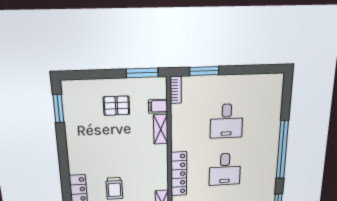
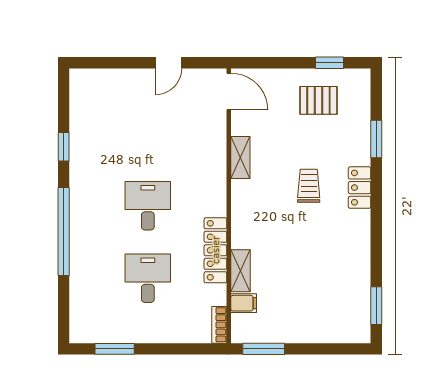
window: (204, 71) -> (115, 349), moved
pallet: (116, 106) -> (300, 306), removed
locker: (179, 174) -> (215, 250), moved

